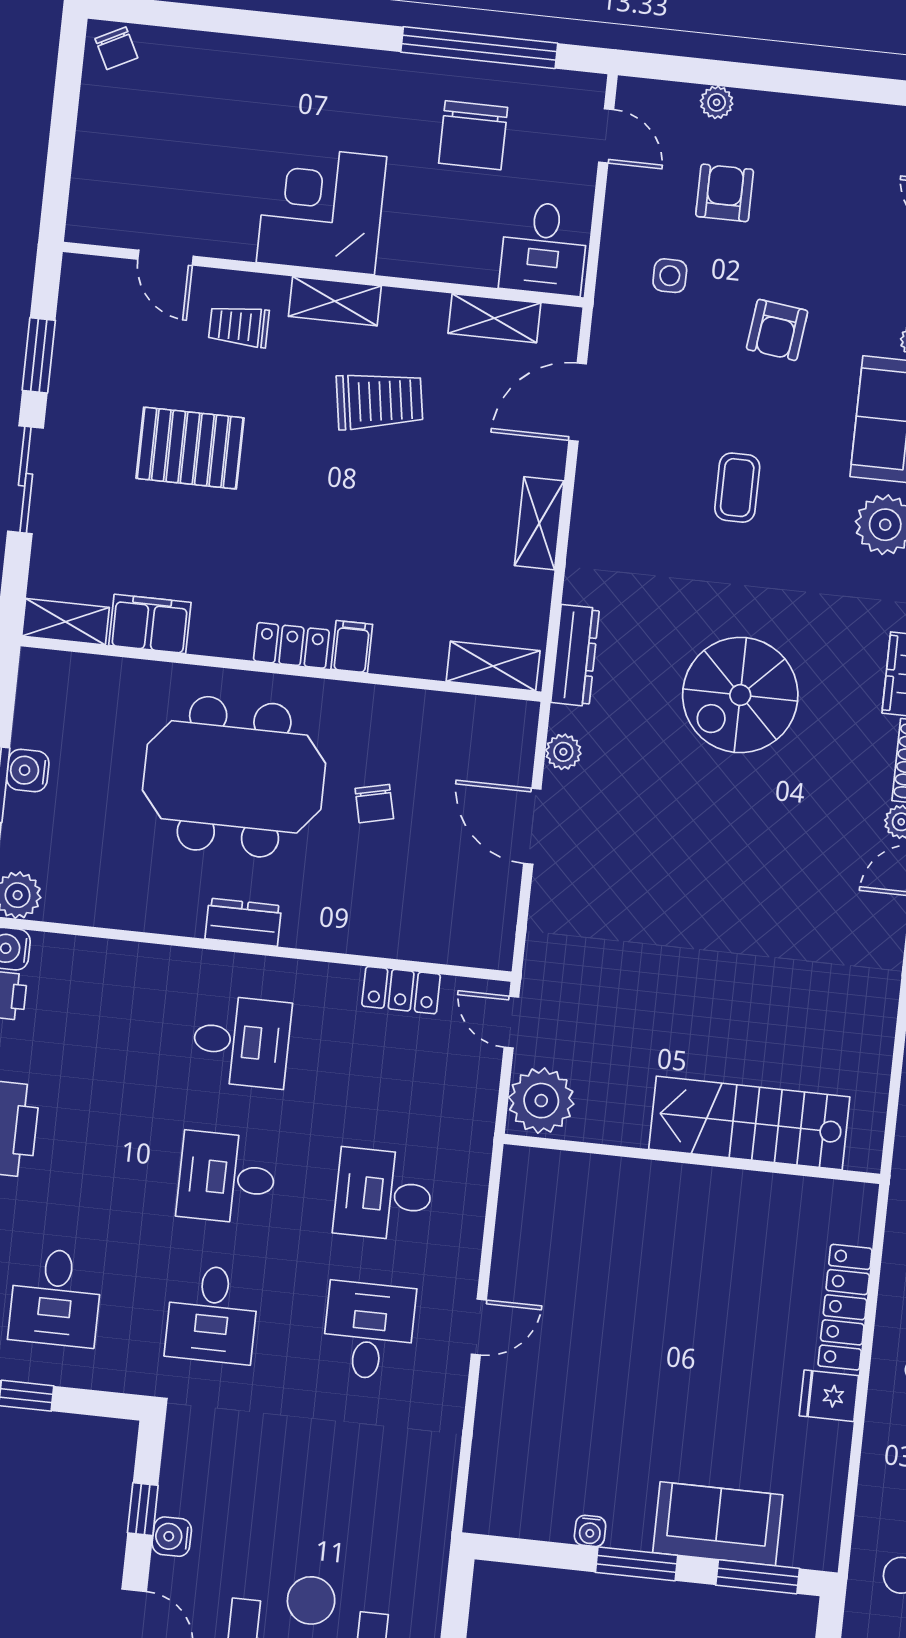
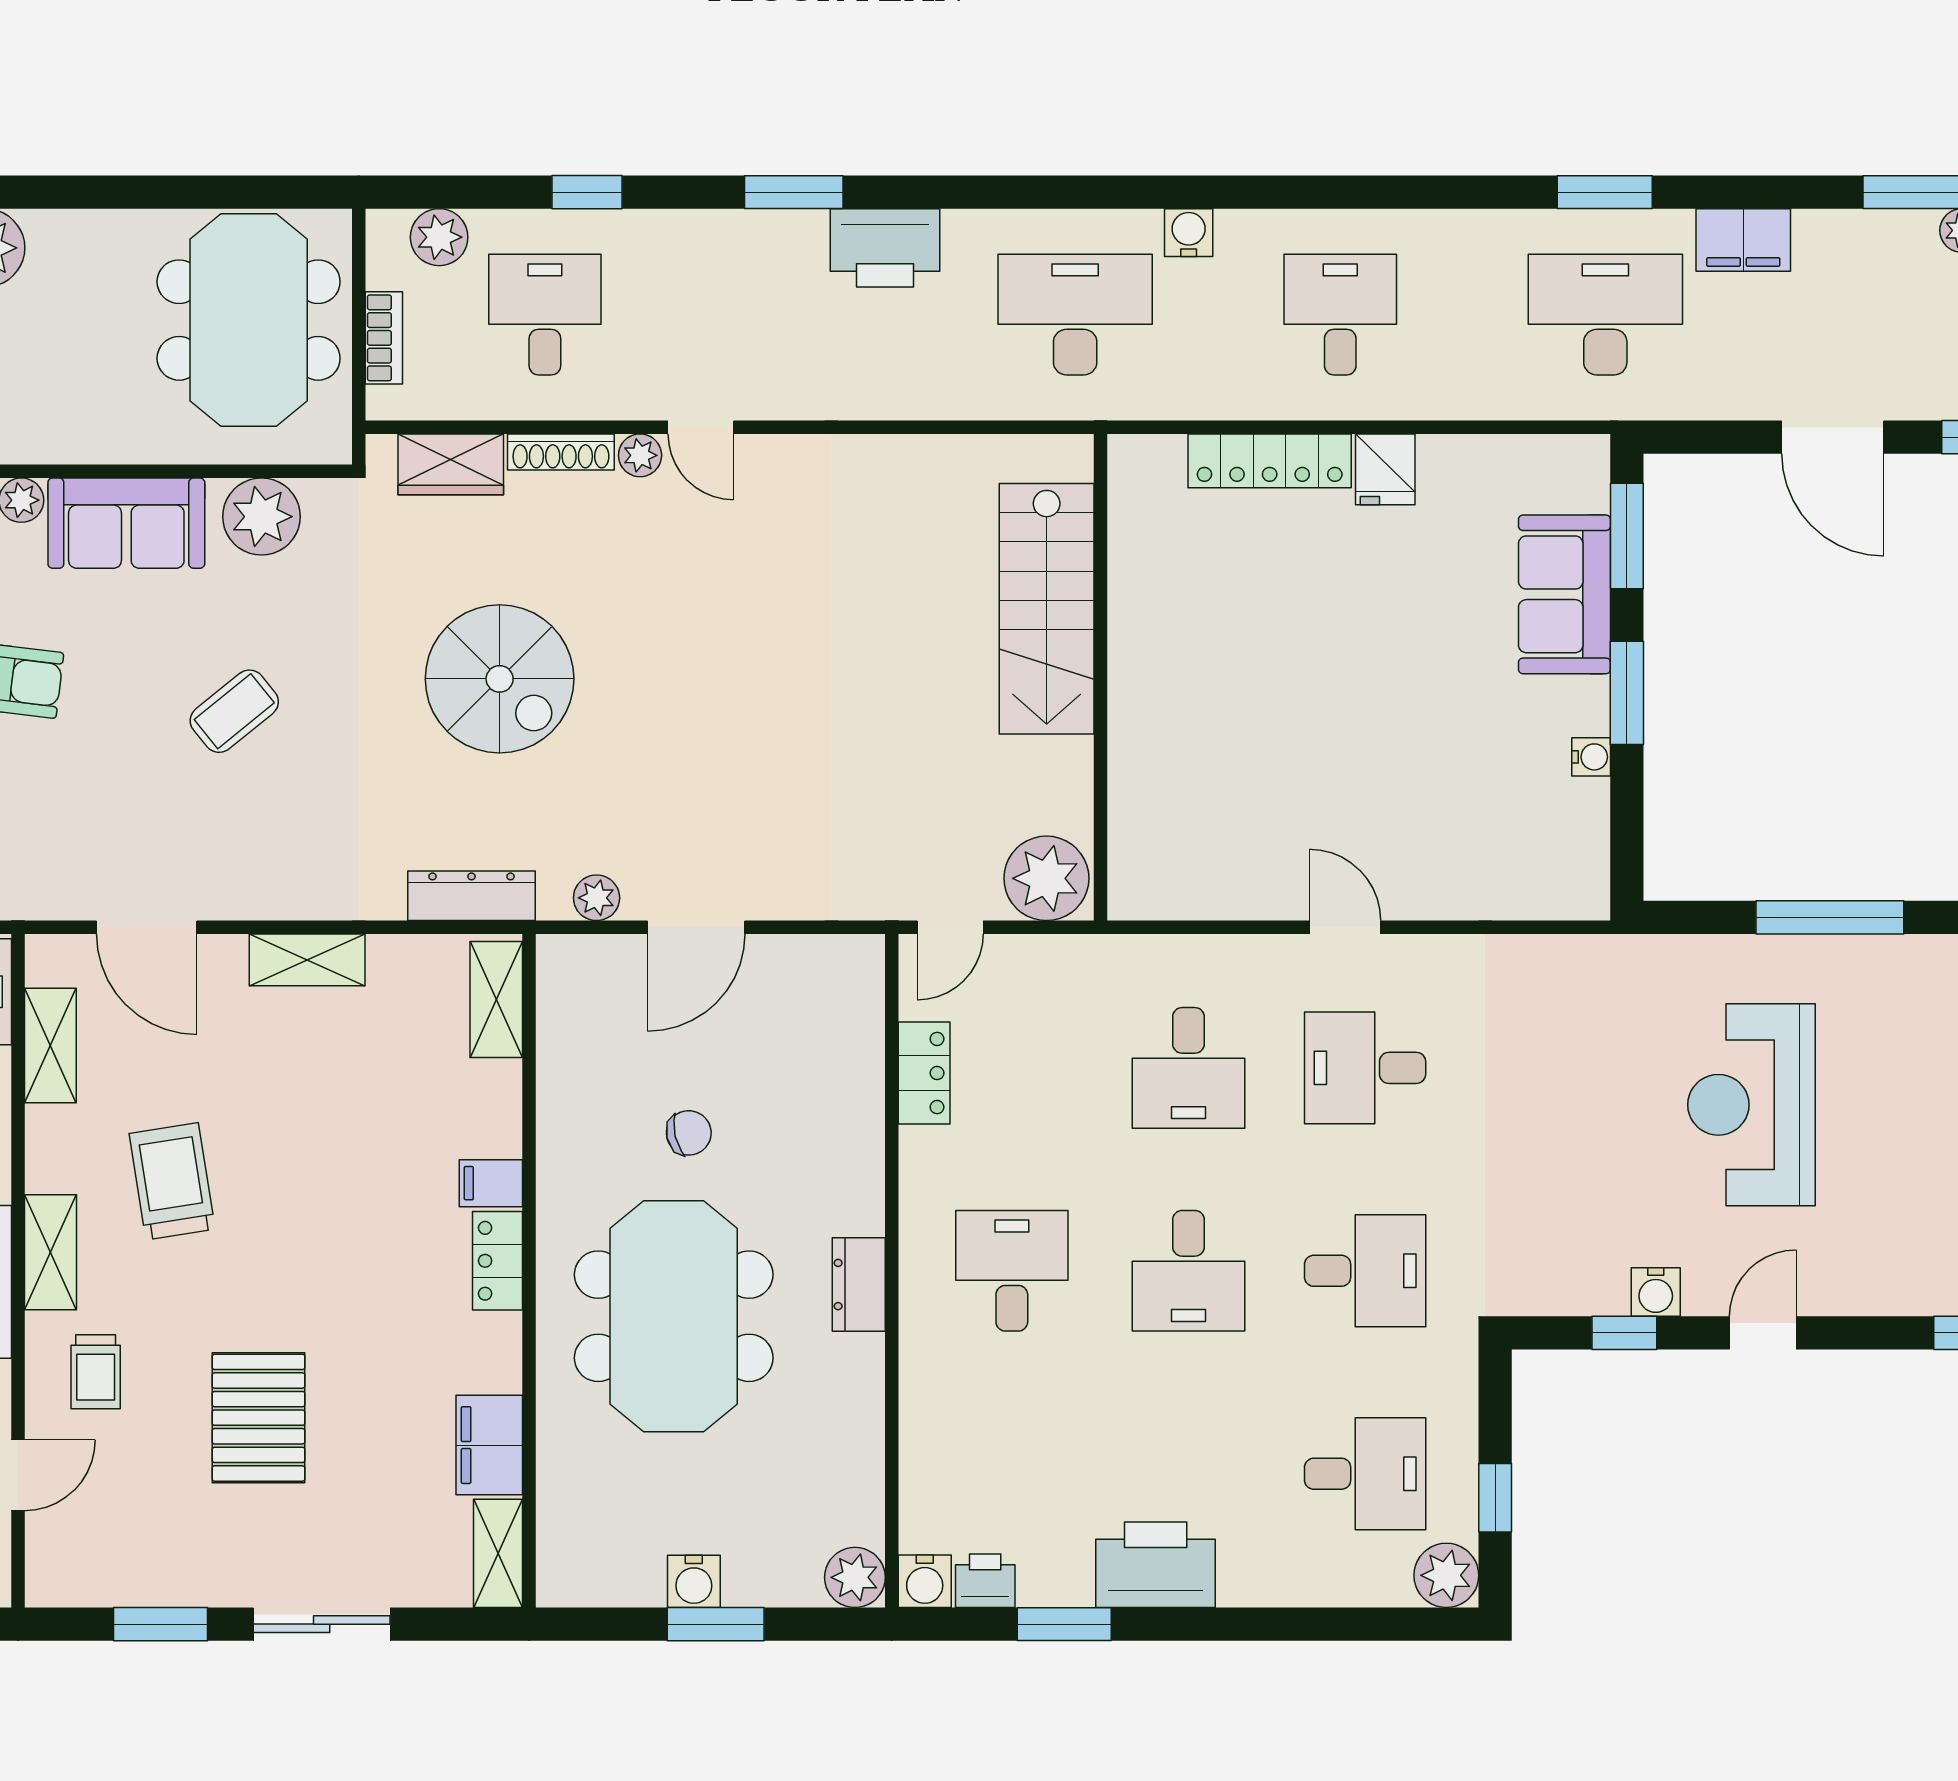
coffee table: (737, 488) -> (234, 711), turned -39

